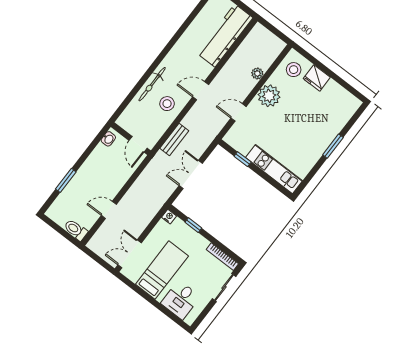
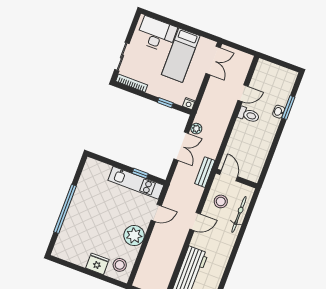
plant: (257, 74) -> (196, 129), moved
washbasin: (108, 139) -> (279, 112), moved
wall: (131, 139) -> (236, 178), moved
door: (138, 144) -> (229, 176), moved
window: (333, 146) -> (65, 209), width x2.11
kitchen unit: (274, 169) -> (136, 183), moved
toilet: (76, 230) -> (249, 115), moved
desk: (181, 300) -> (156, 34), width x1.37

